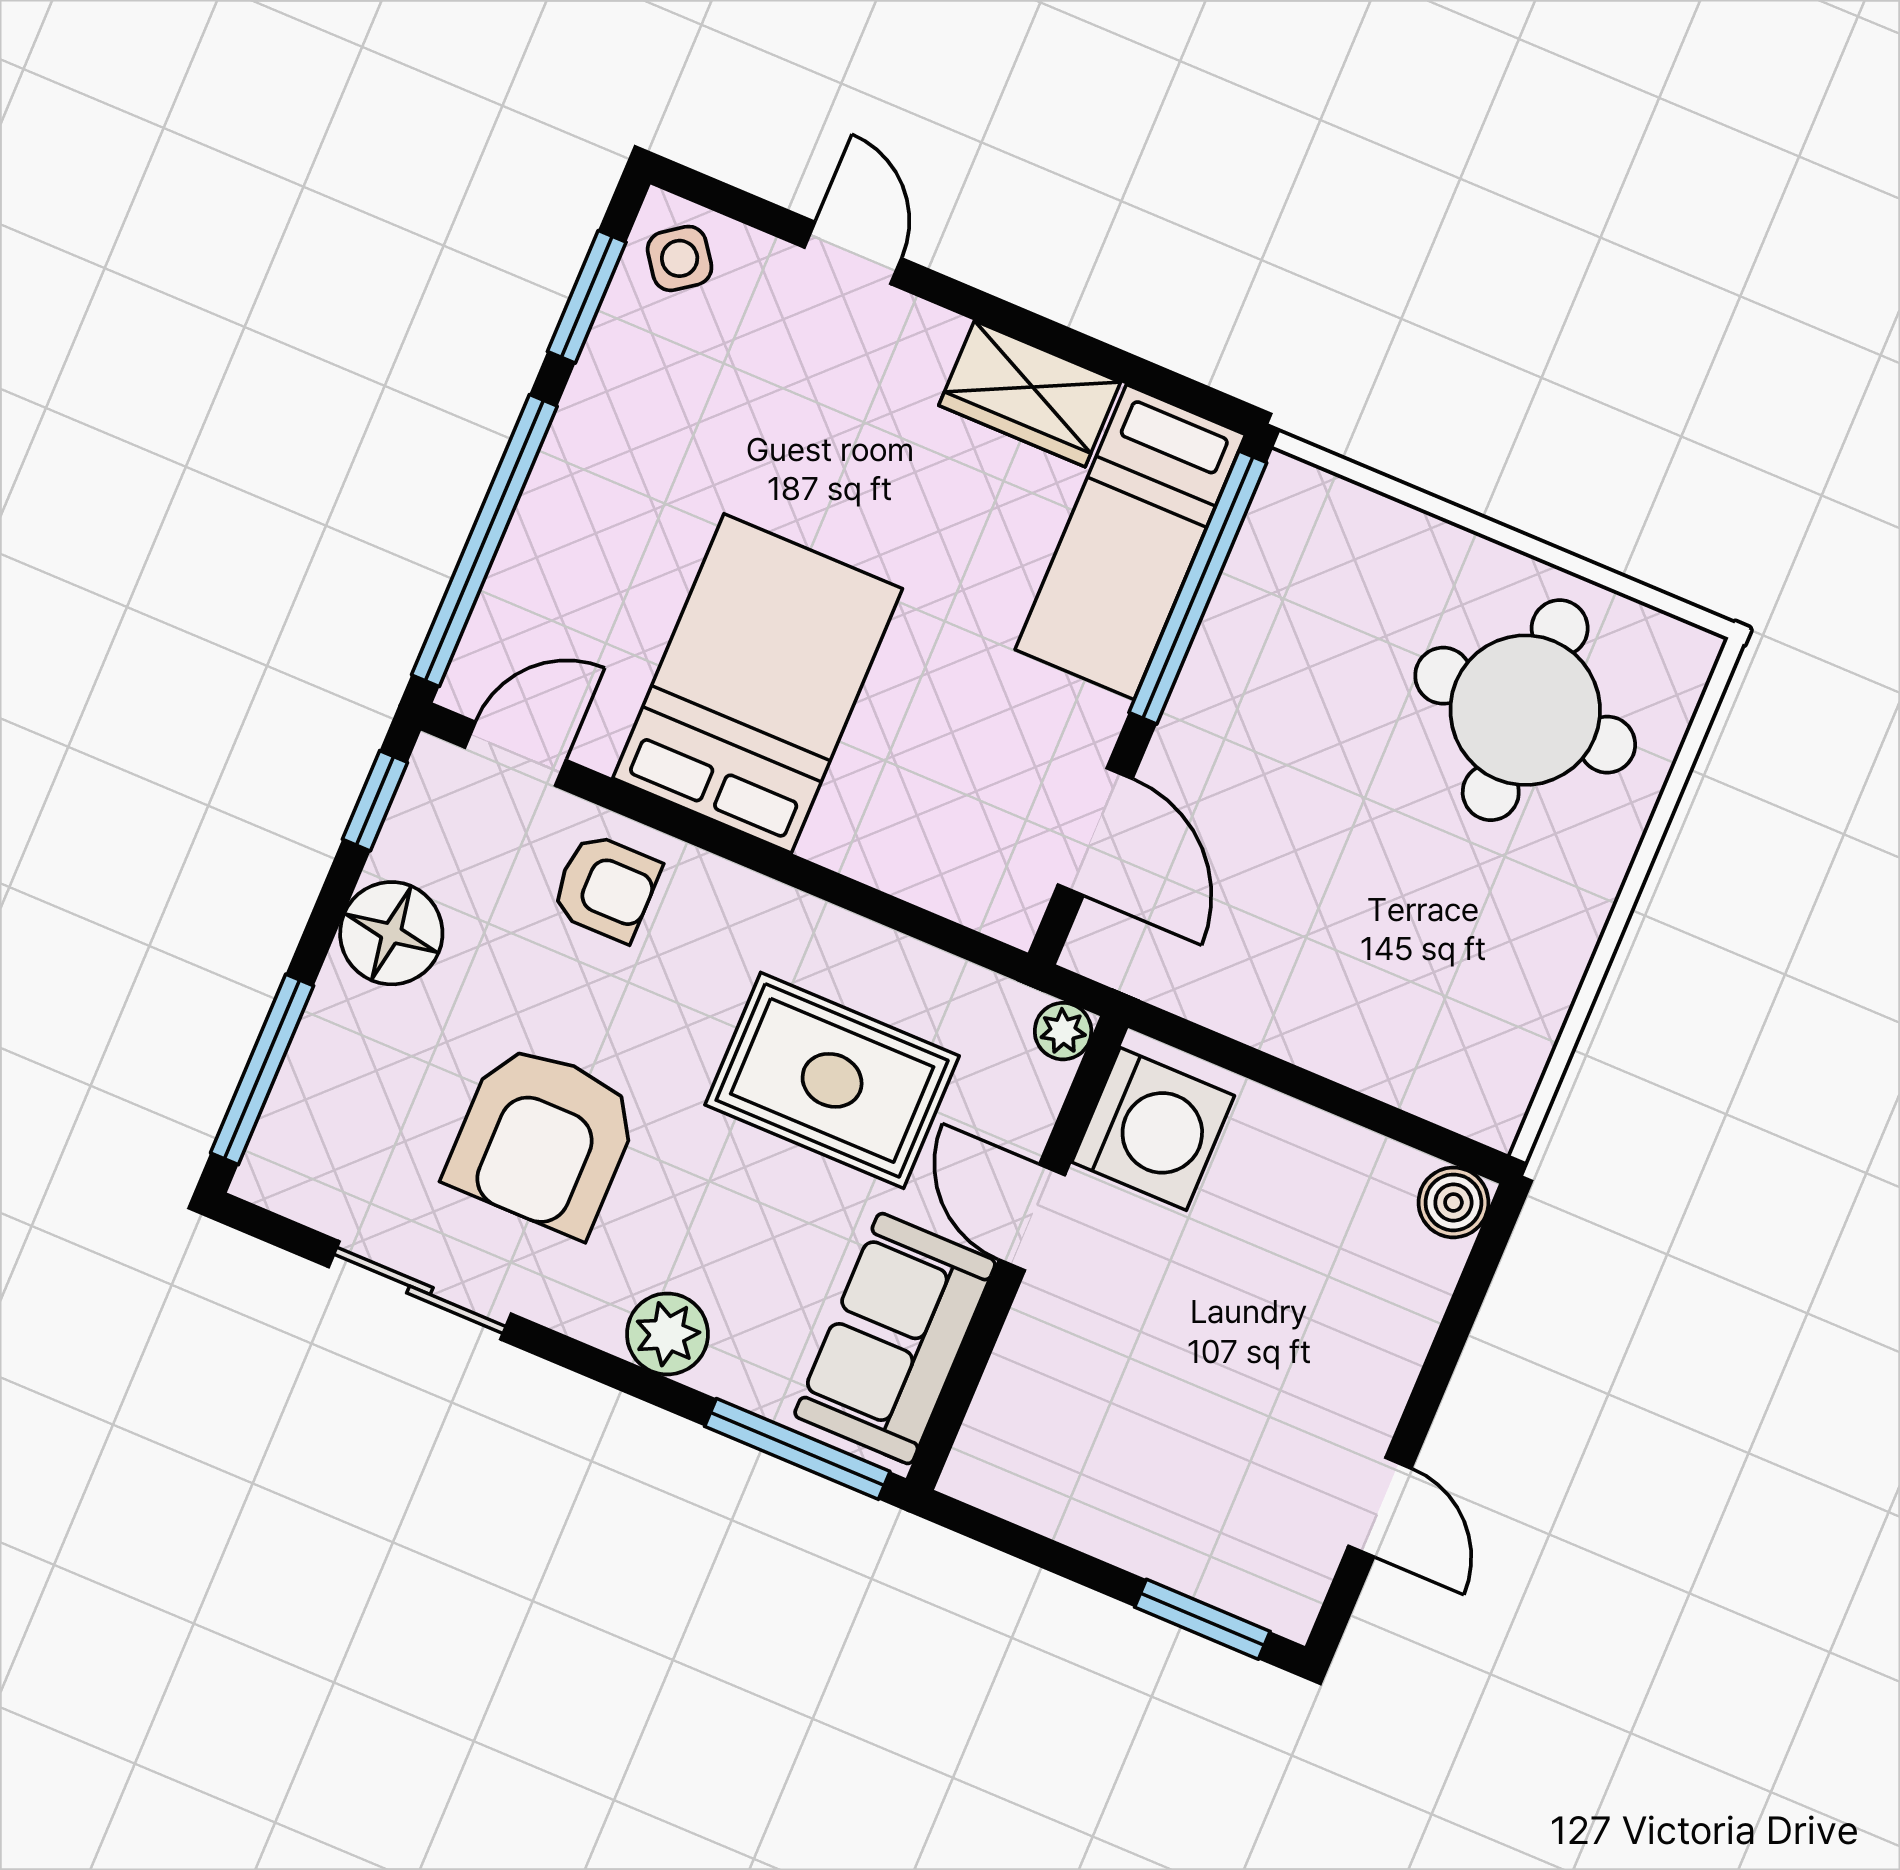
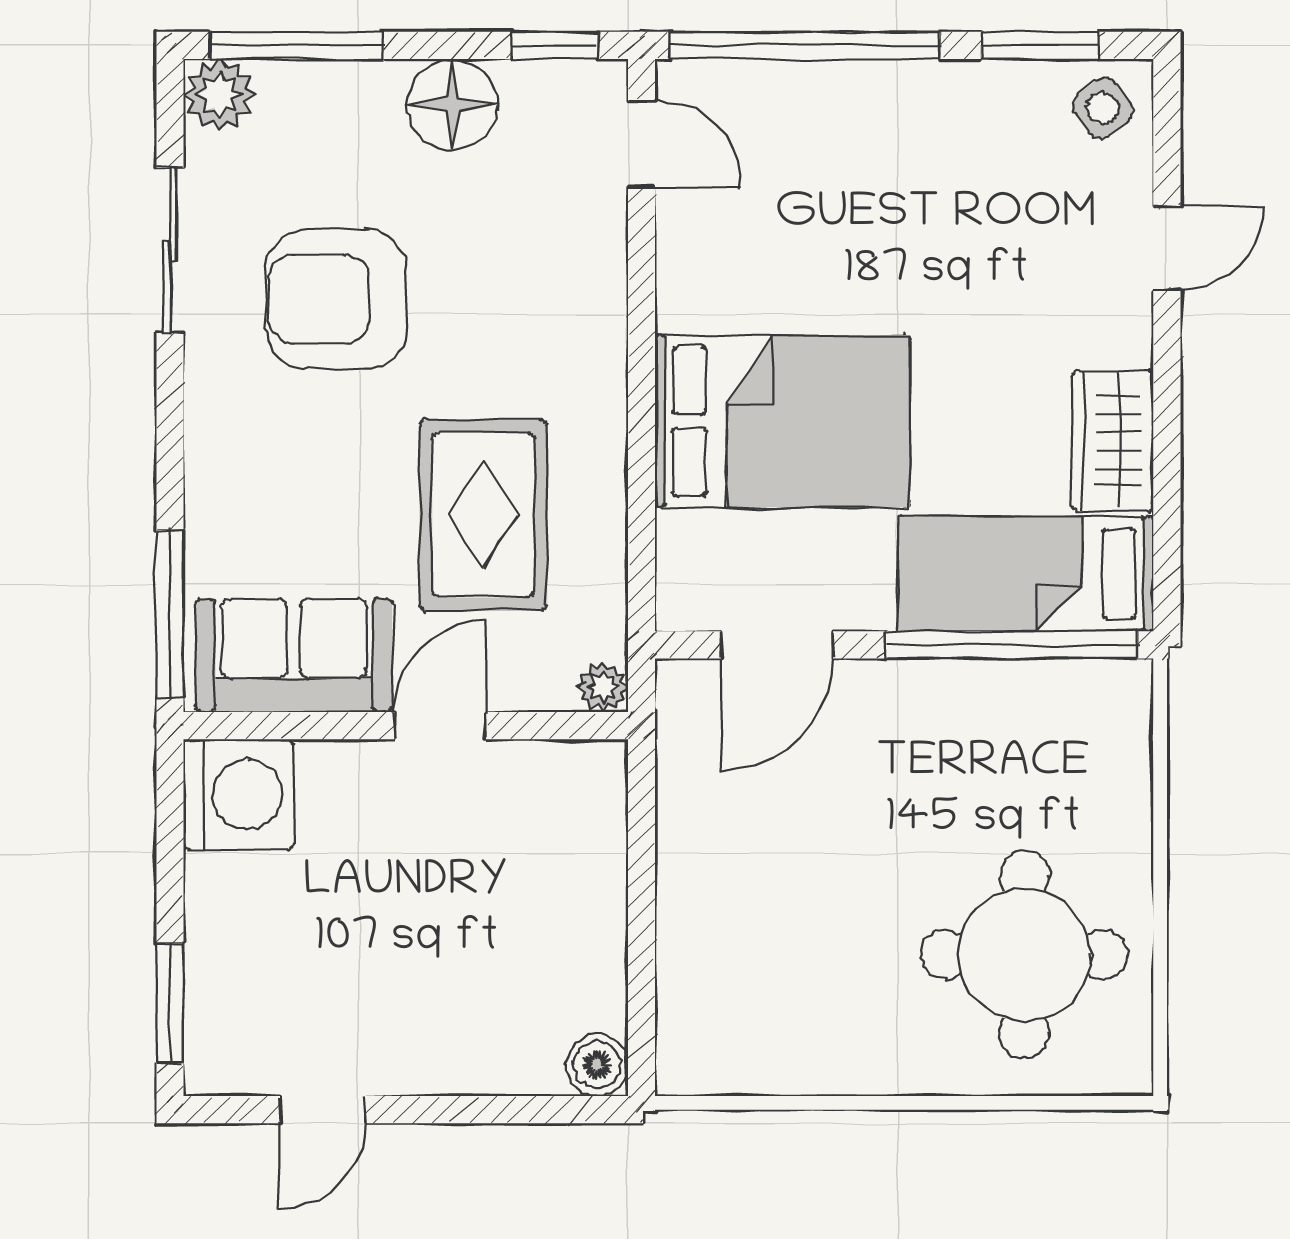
bed: (758, 683) -> (782, 421), moved
armchair: (606, 887) -> (563, 264), removed
washing machine: (1153, 1129) -> (239, 794), moved, turned -90
plant: (667, 1334) -> (219, 95), moved

